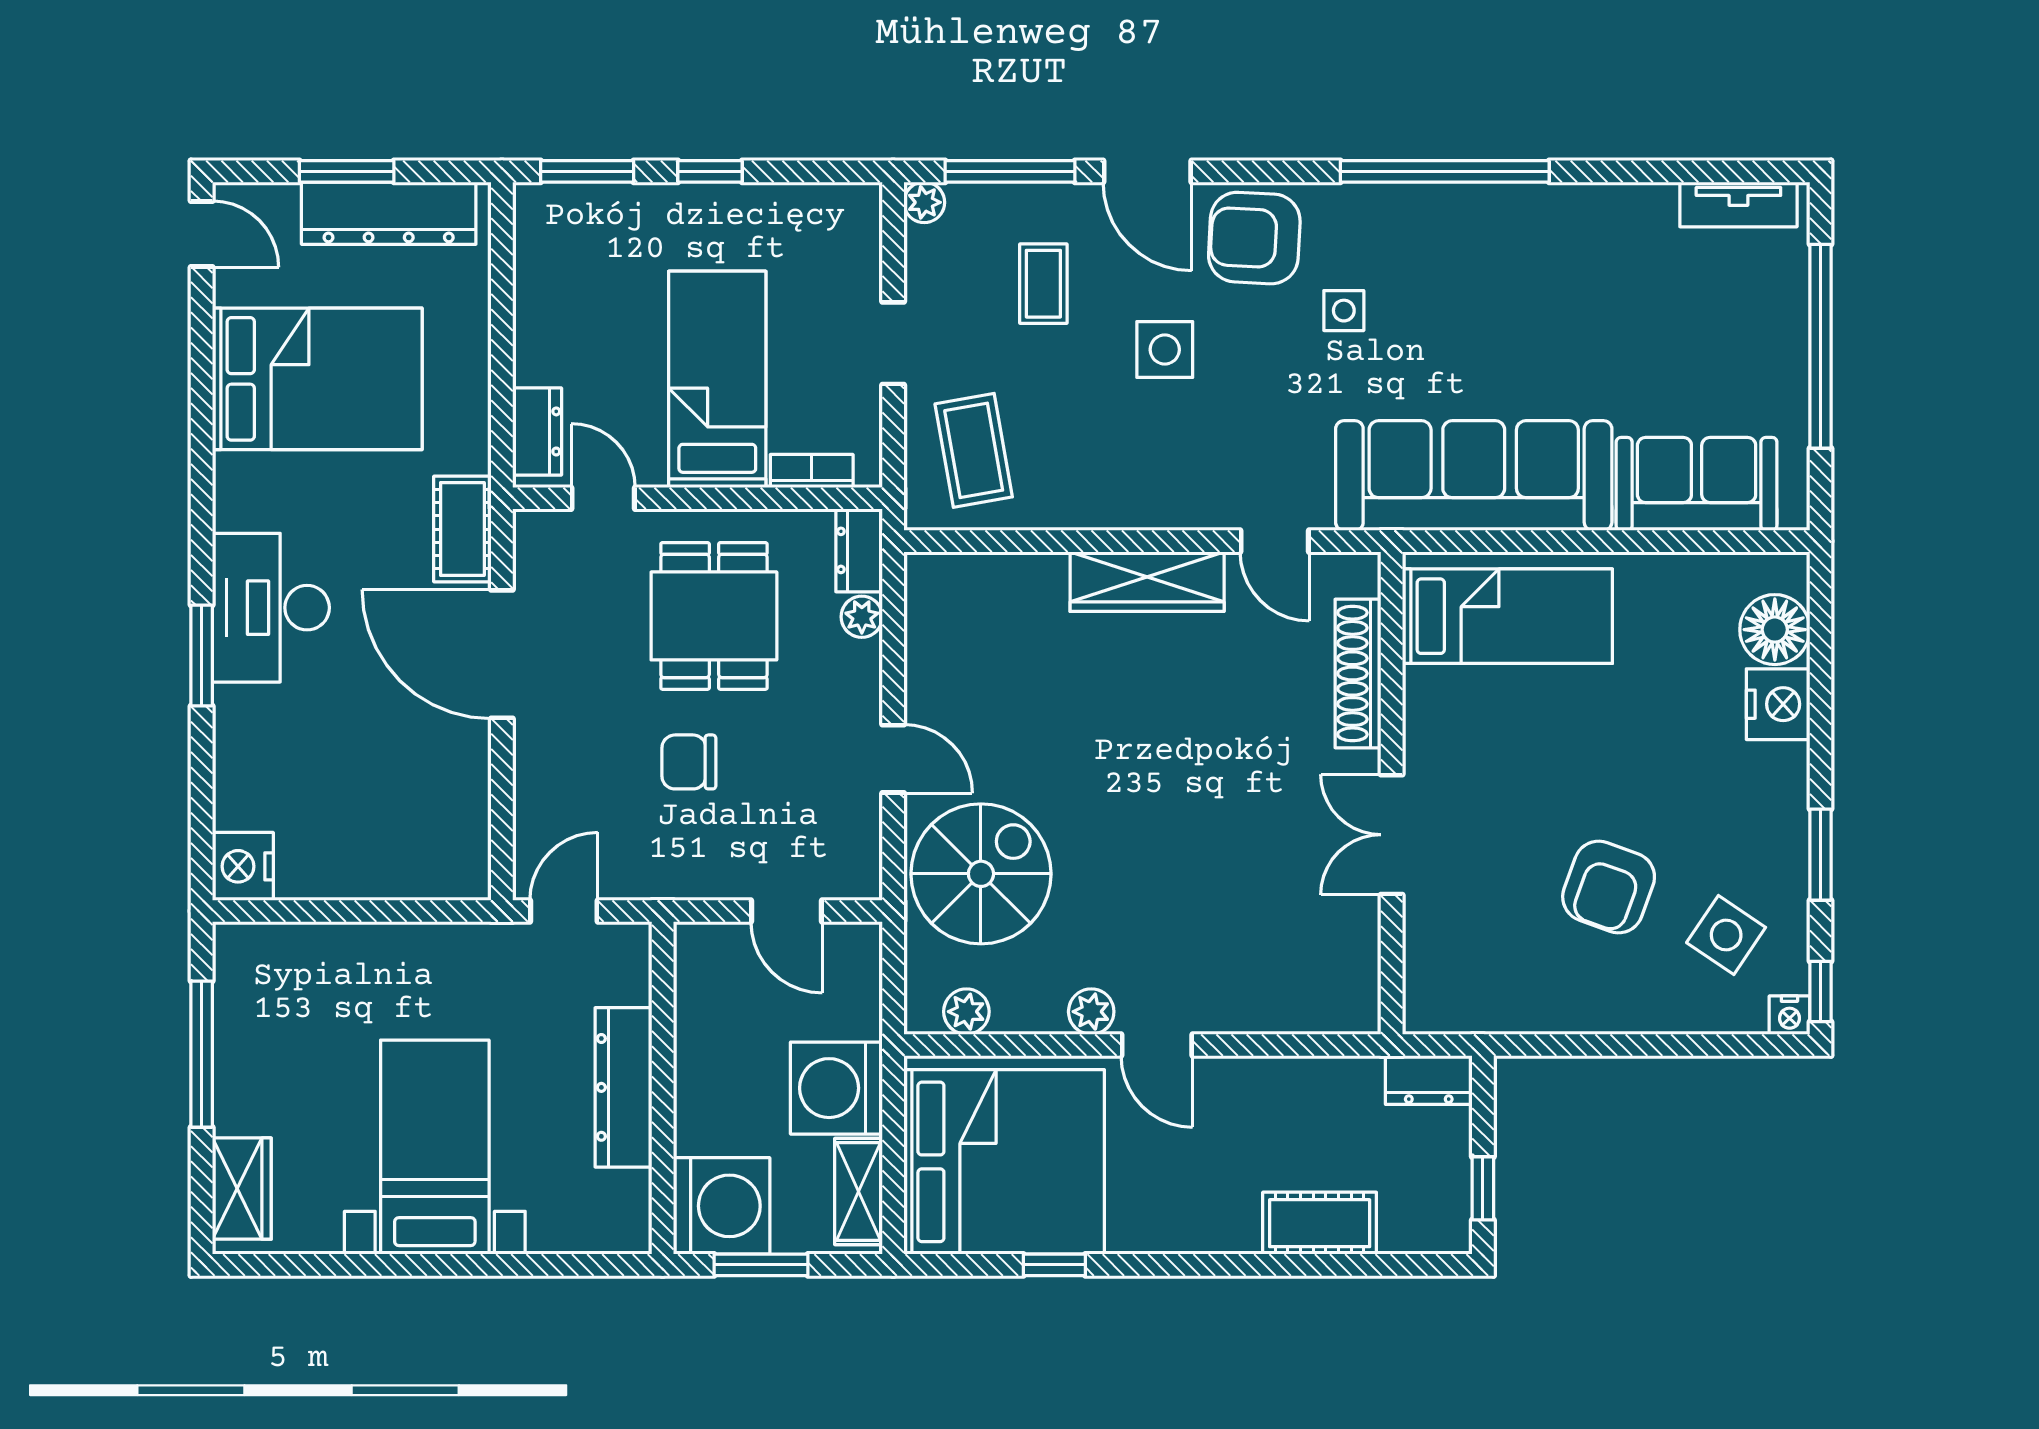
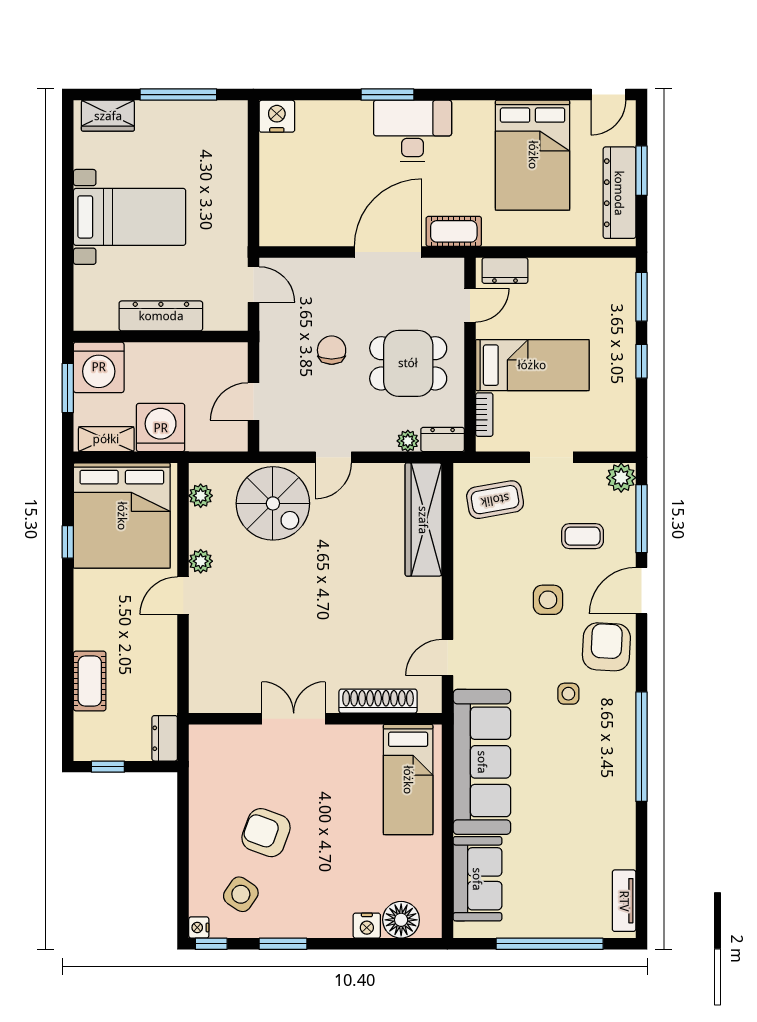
plant: (924, 202) -> (621, 478), width x1.38, depth x1.38
wardrobe: (1147, 582) -> (423, 520), moved, width x1.40, depth x1.17
nightstand: (1778, 704) -> (367, 926), width x0.74, depth x0.75

